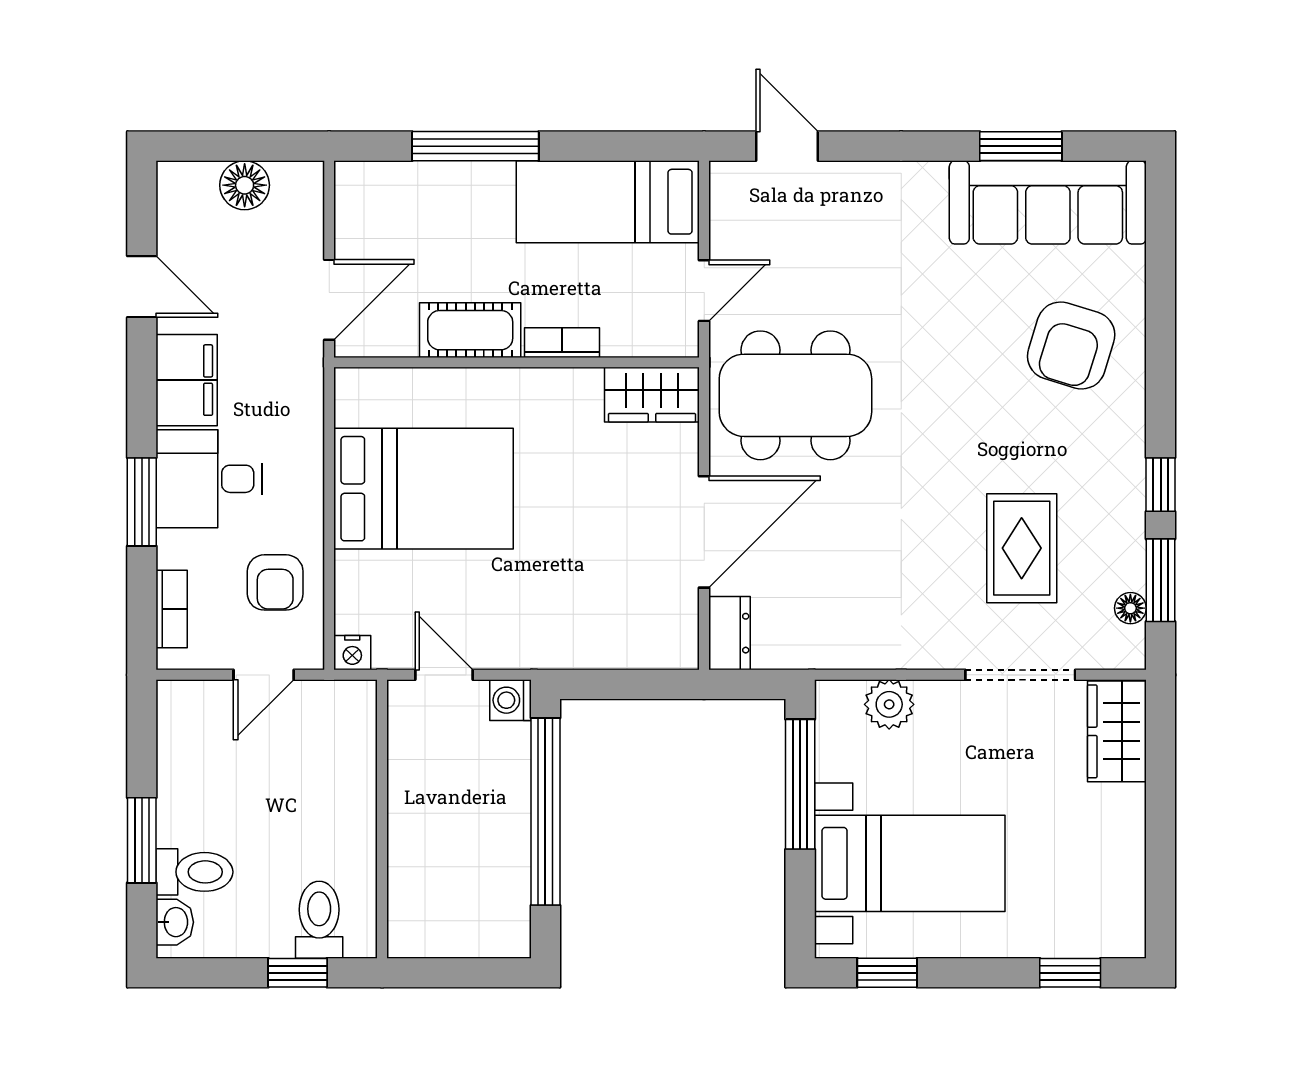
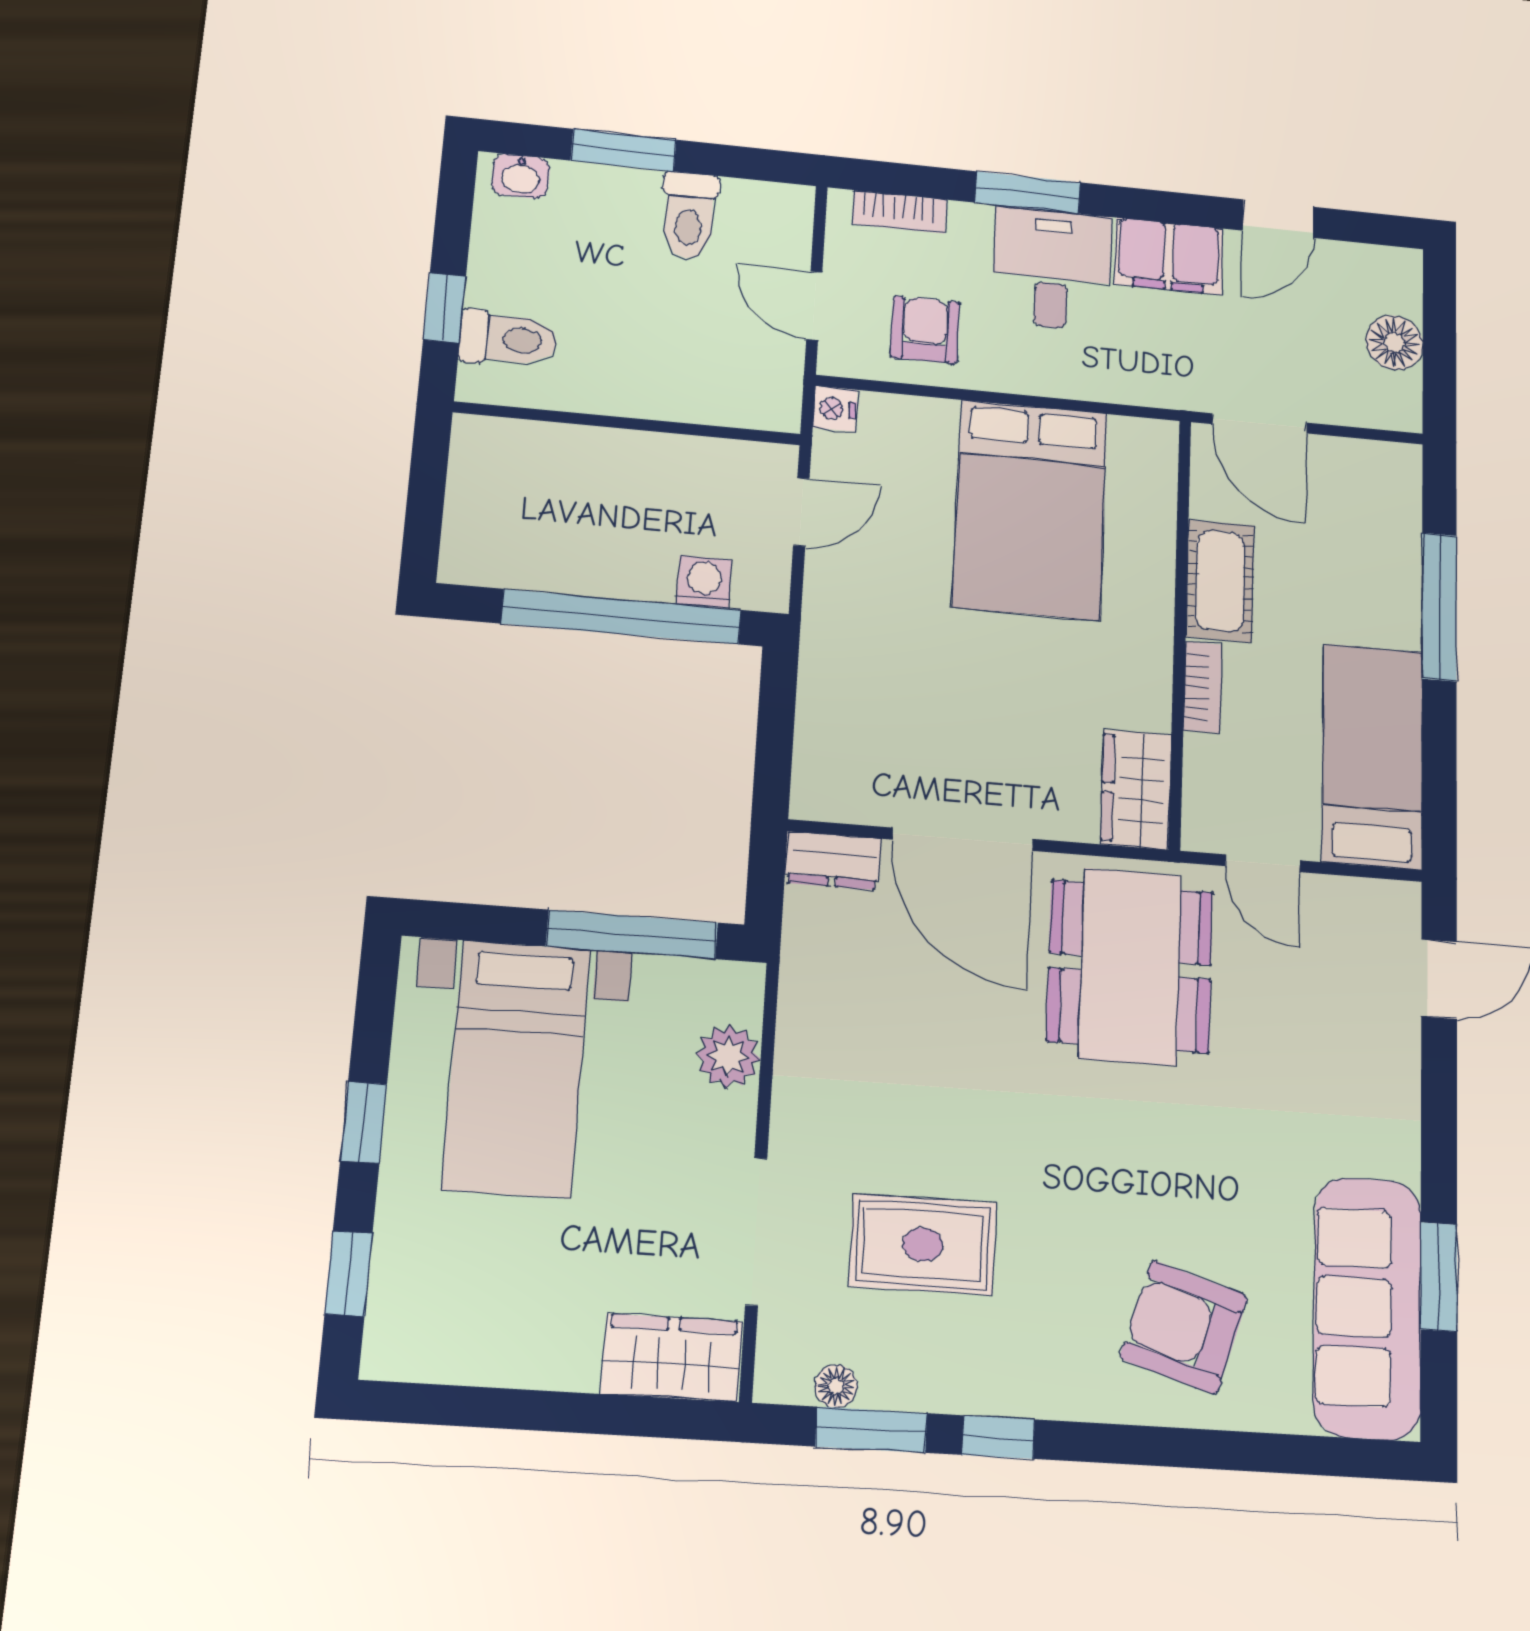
armchair: (275, 582) -> (925, 330), turned 90
washing machine: (510, 700) -> (704, 582), moved
toilet: (194, 872) -> (689, 216), moved
window: (887, 973) -> (364, 1122), moved

